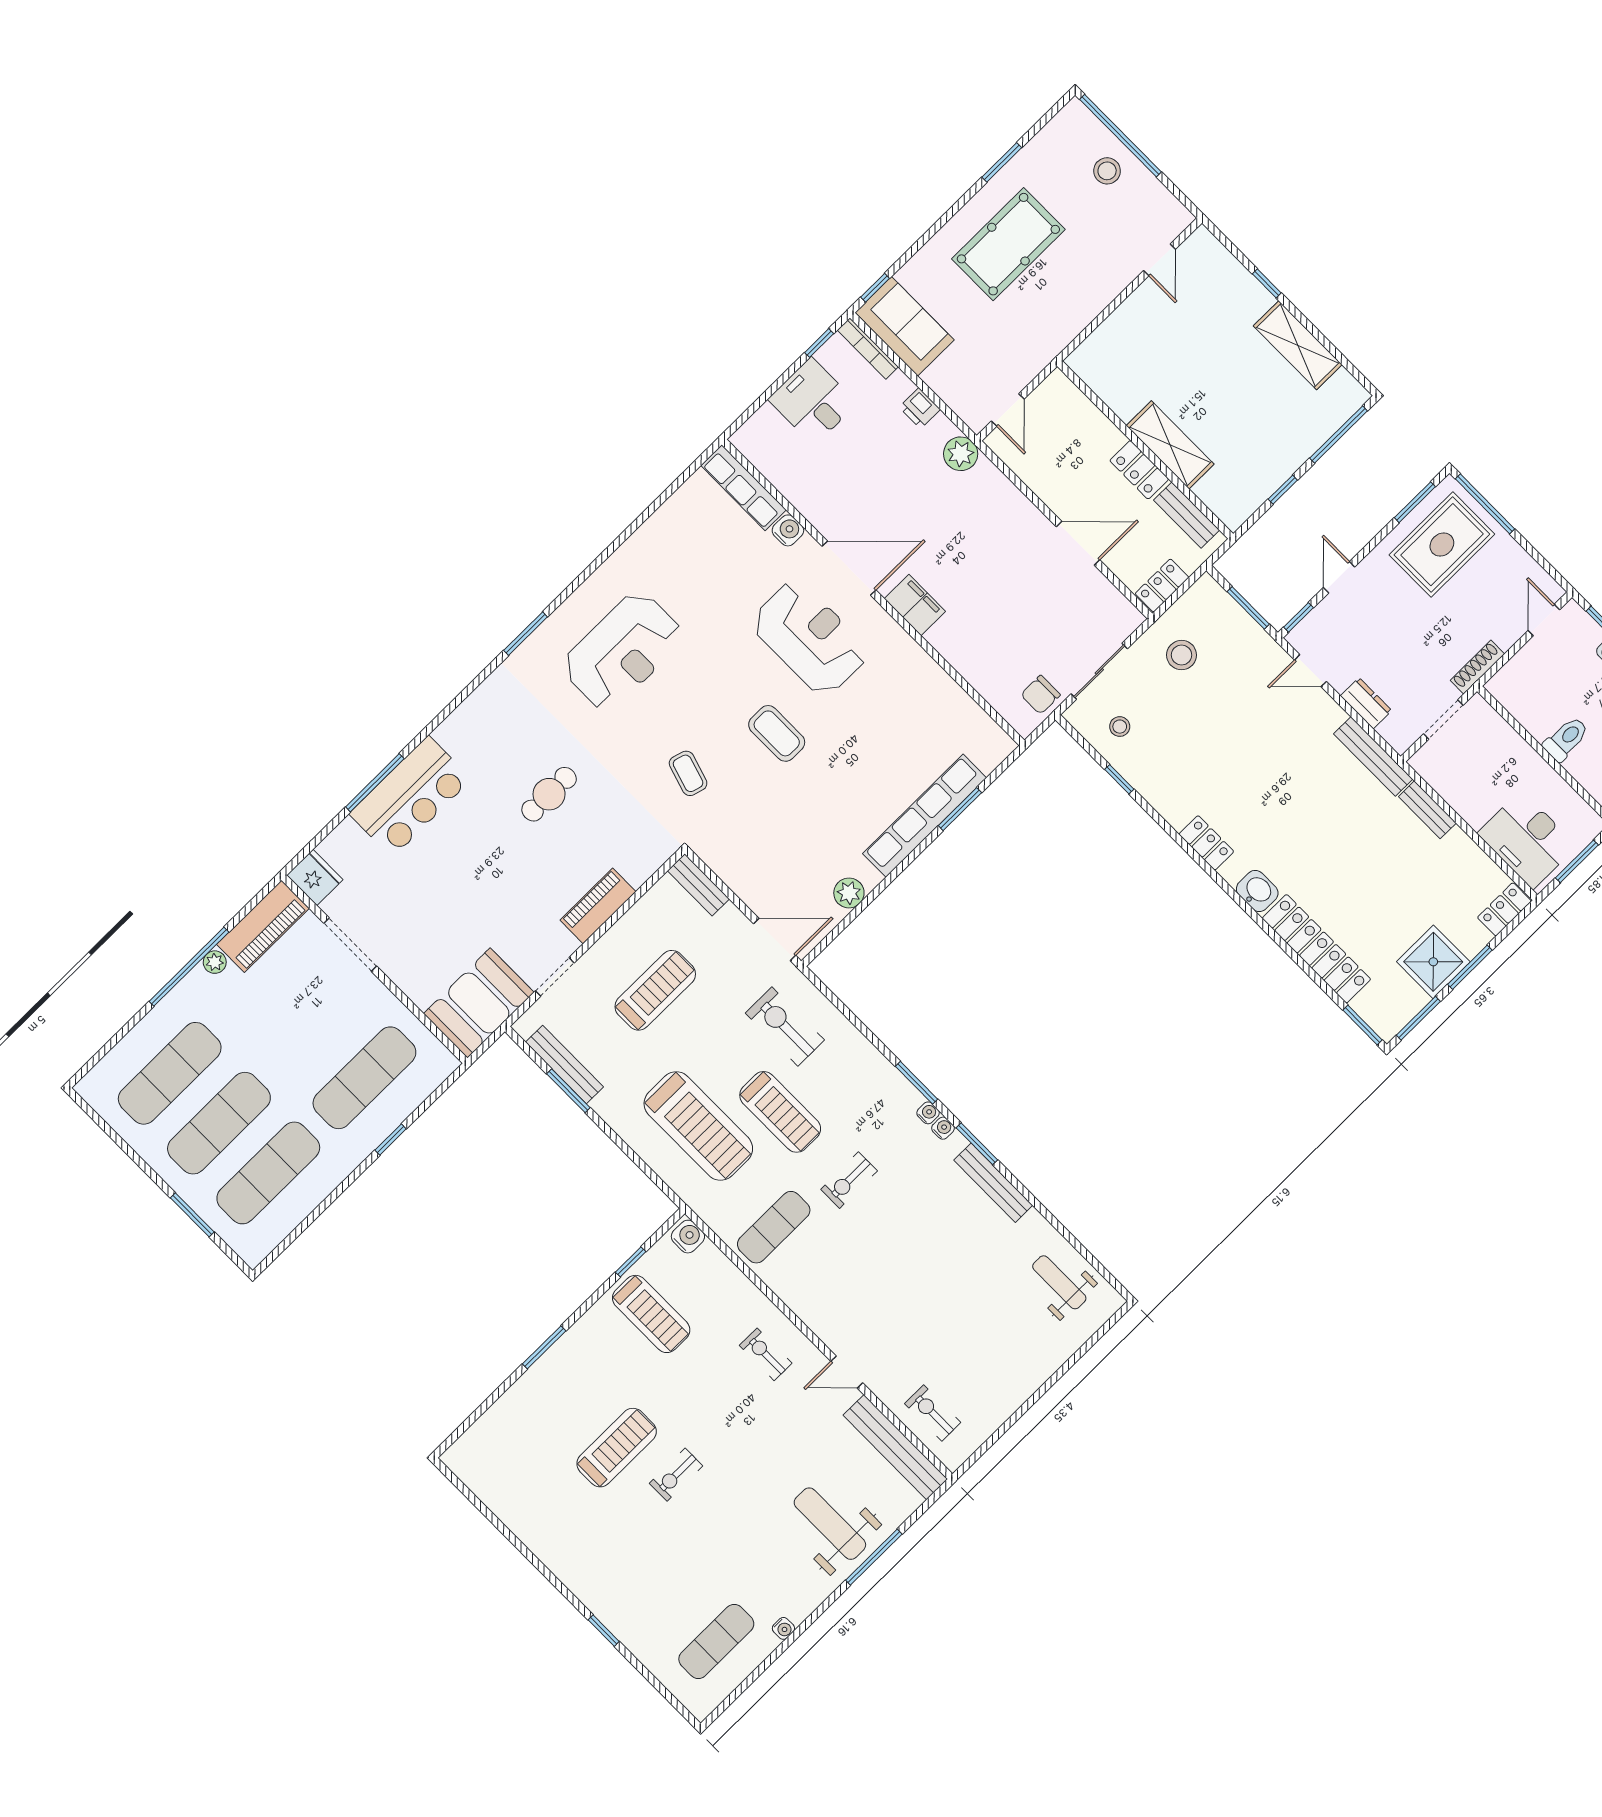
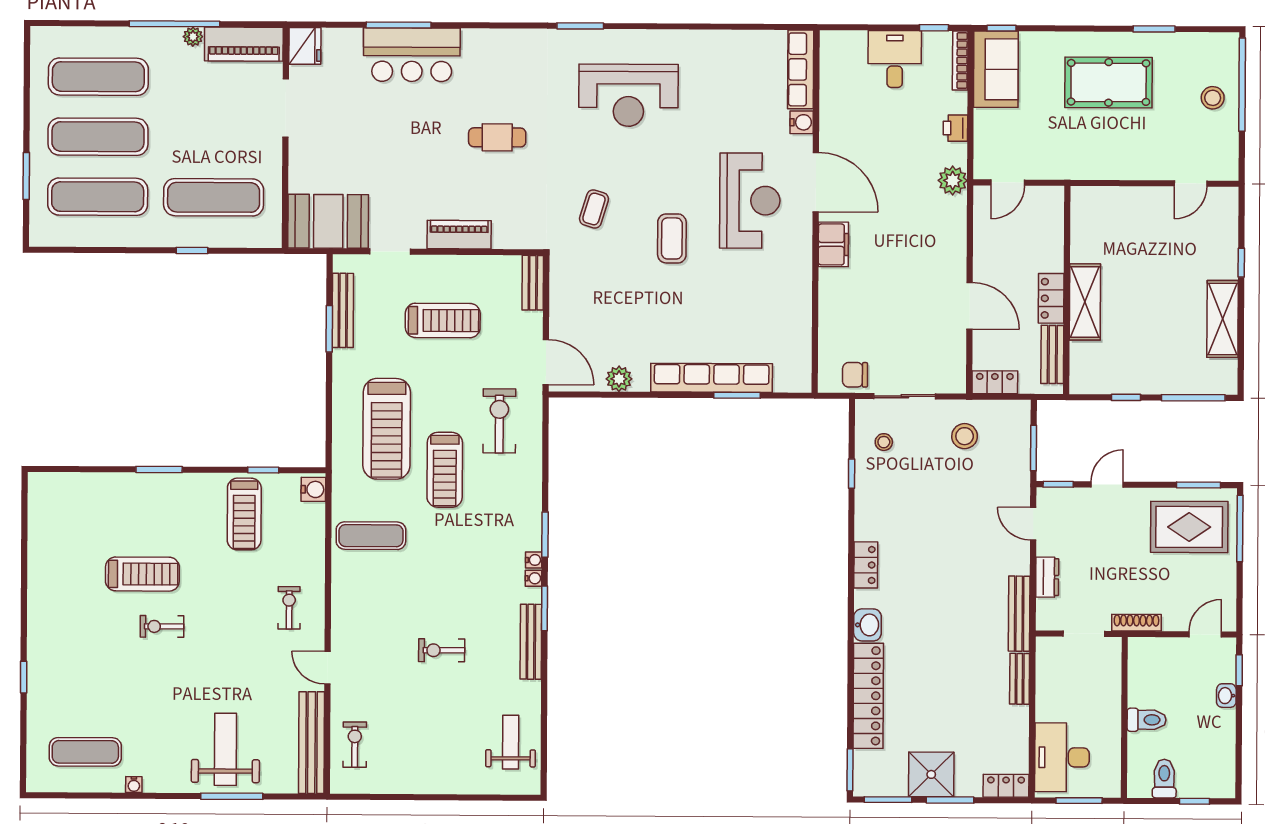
exercise bike: (849, 1180) -> (442, 650), moved

